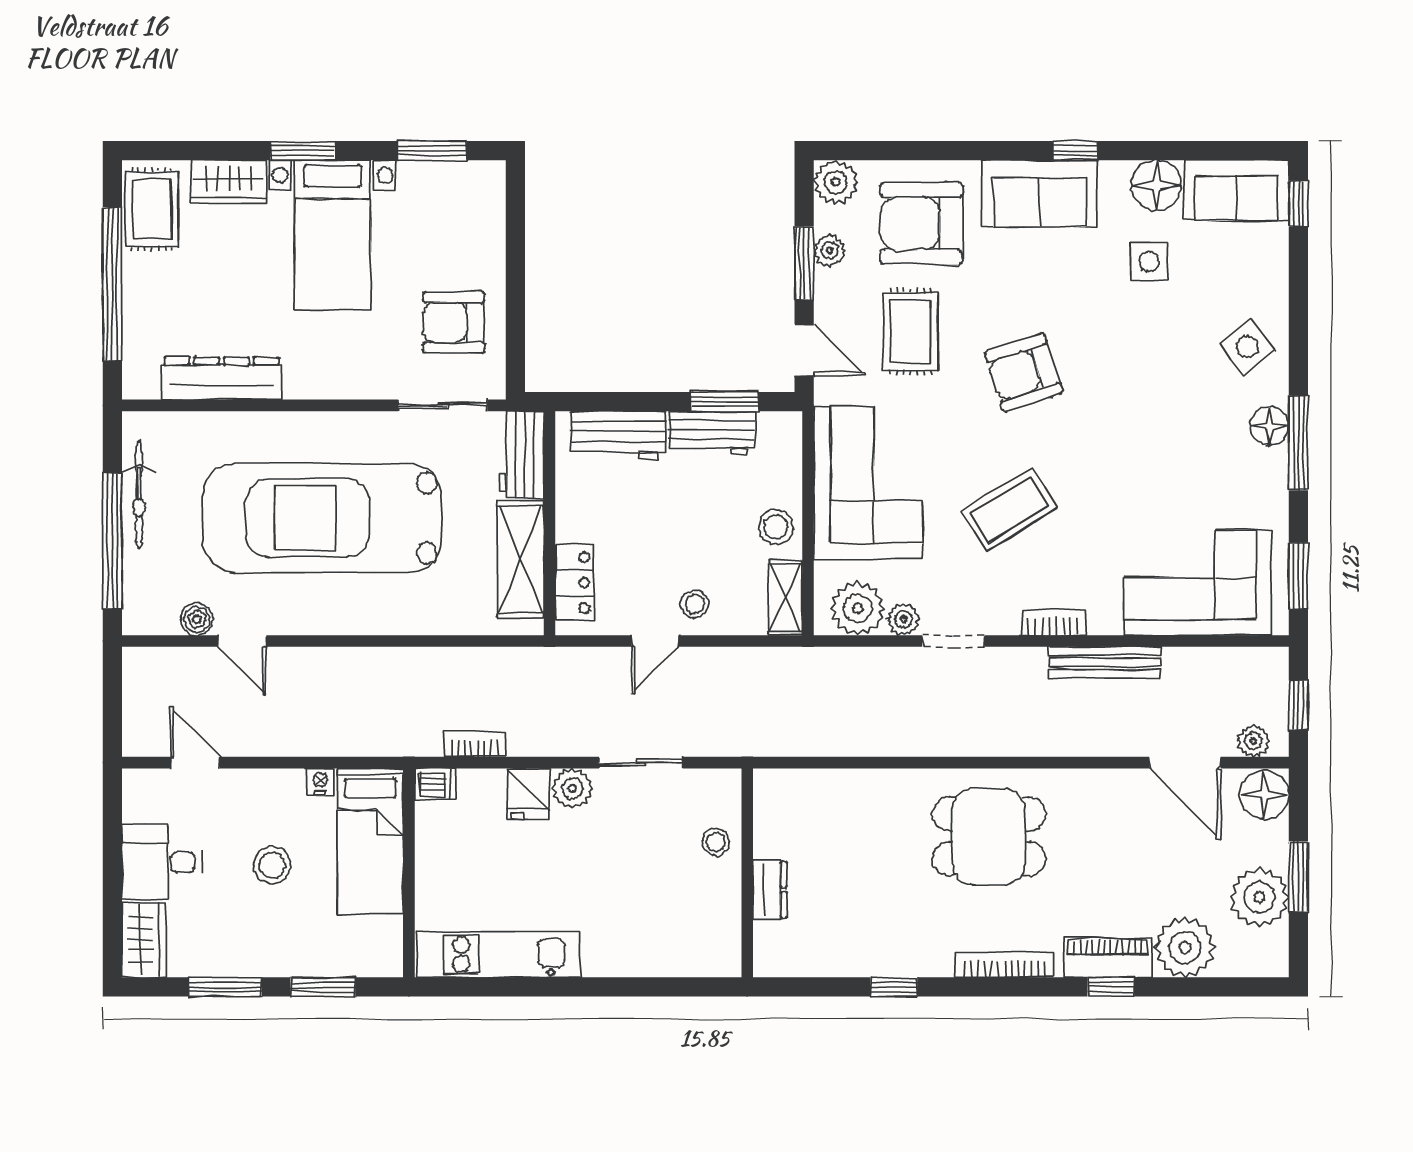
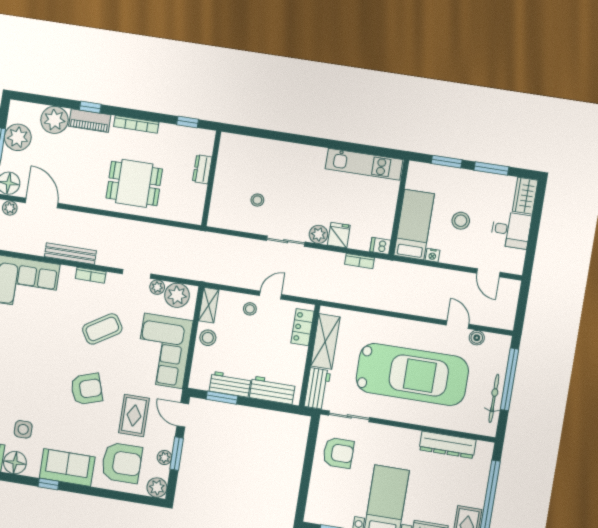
wall: (747, 873) -> (211, 179), moved
dresser: (770, 890) -> (202, 169), moved

